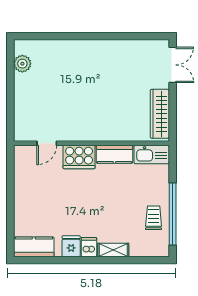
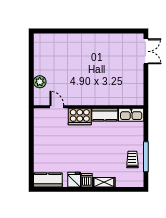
plant: (22, 64) -> (40, 82), moved
wardrobe: (160, 114) -> (137, 86), removed
door: (47, 143) -> (57, 107), swing flipped
window: (173, 214) -> (146, 157), width x0.68

